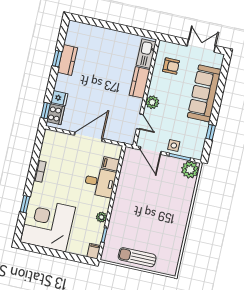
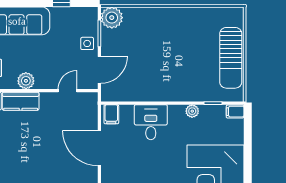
plant: (152, 102) -> (26, 81), moved
filing cabinet: (111, 164) -> (111, 114), moved
sun lounger: (137, 257) -> (231, 58), width x1.36, depth x1.34

